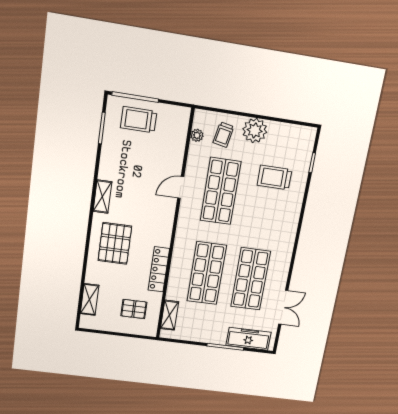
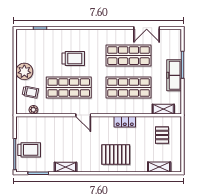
trolley: (139, 120) -> (29, 150), turned -90
trolley: (275, 178) -> (73, 59), moved, turned -90
door: (181, 187) -> (83, 115), moved
shelving: (102, 197) -> (65, 167), moved
locker: (159, 269) -> (125, 122), width x0.66
double door: (283, 307) -> (147, 28), swing flipped
freezer: (248, 339) -> (174, 75), moved

